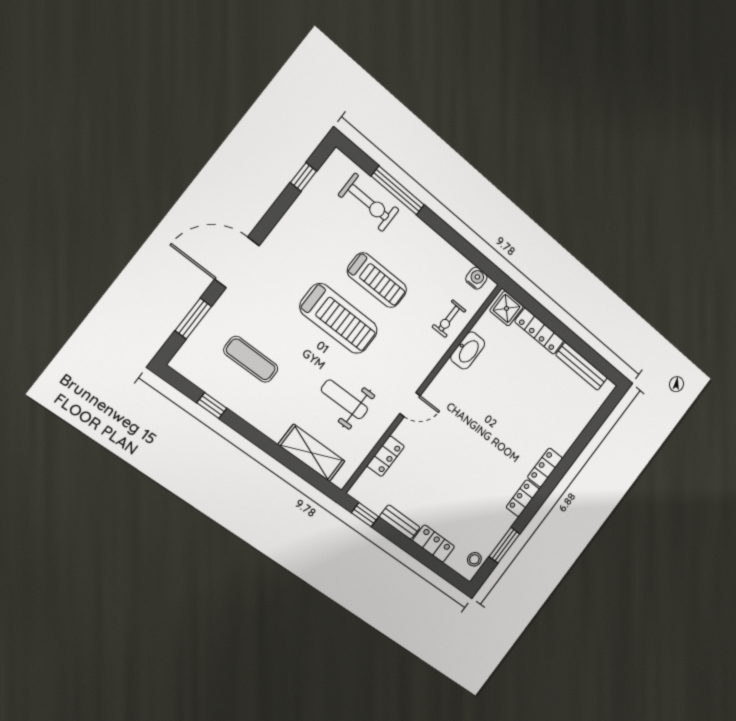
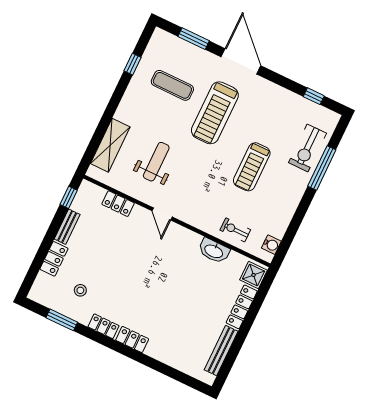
treadmill: (339, 319) -> (215, 113), moved
exercise mat: (251, 359) -> (172, 85), turned 90
stool: (474, 559) -> (80, 290), moved

